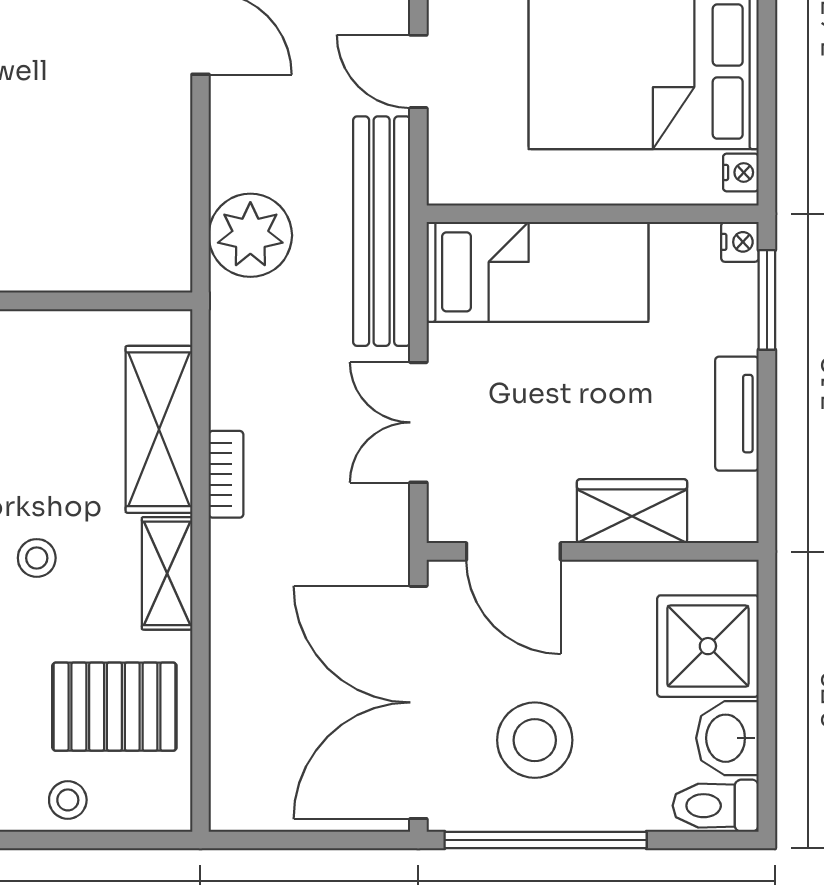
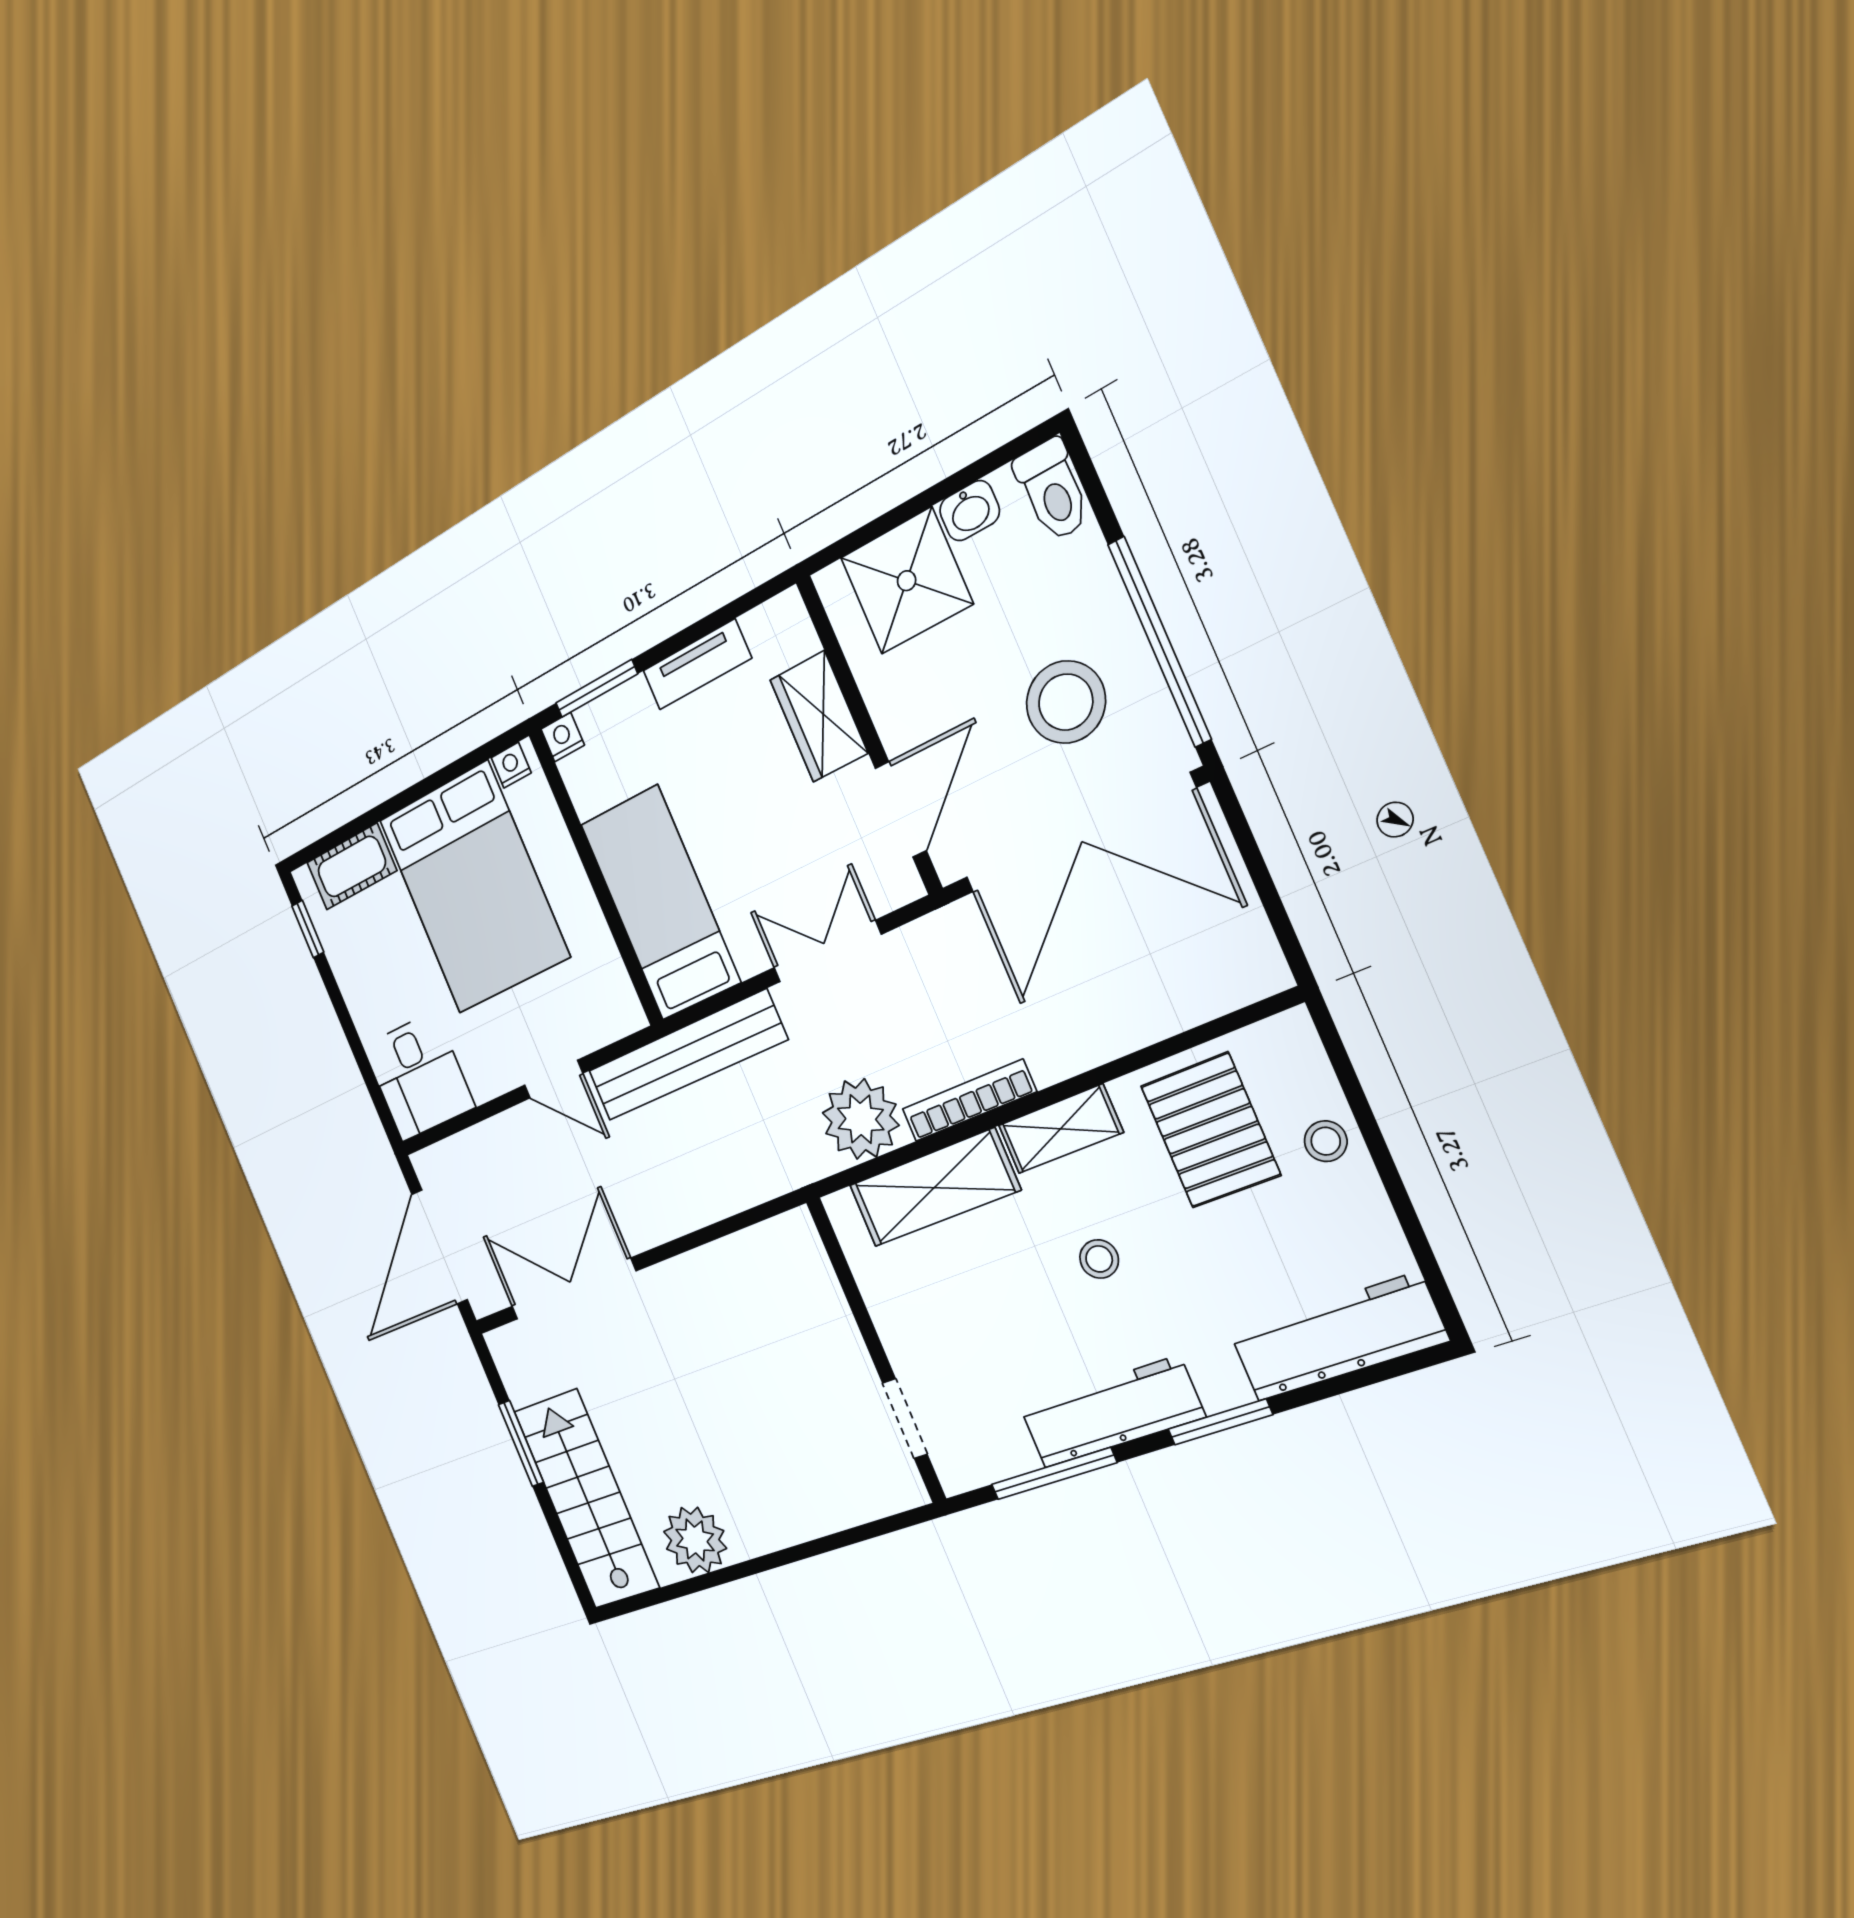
door: (418, 71) -> (554, 1079), hinge flipped
plant: (250, 235) -> (861, 1119), moved
double door: (418, 422) -> (827, 951), swing flipped
bookcase: (226, 474) -> (969, 1100), width x1.56
washbasin: (727, 738) -> (970, 511), width x0.72, depth x0.69

